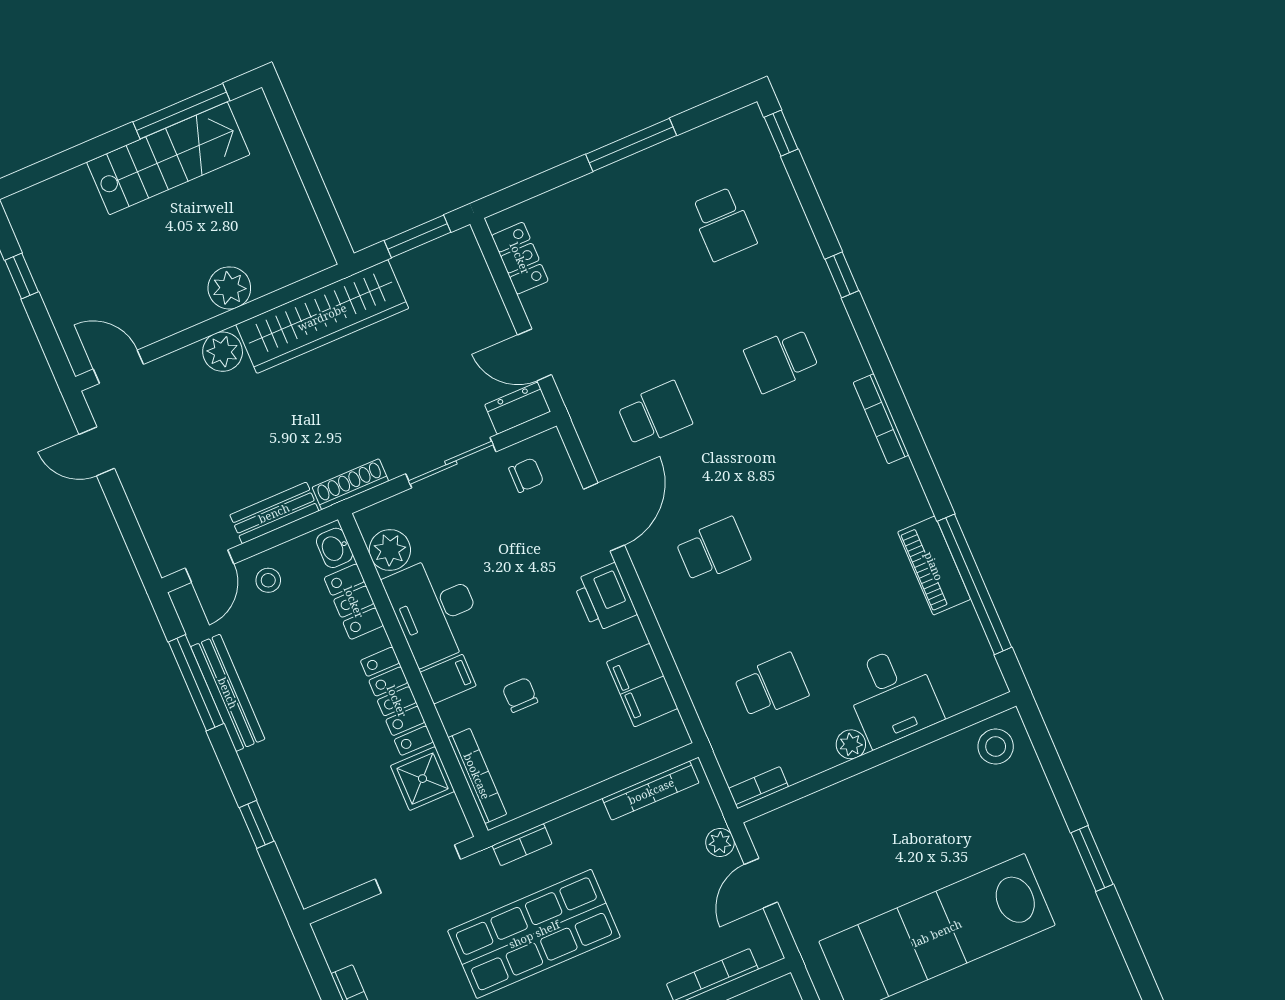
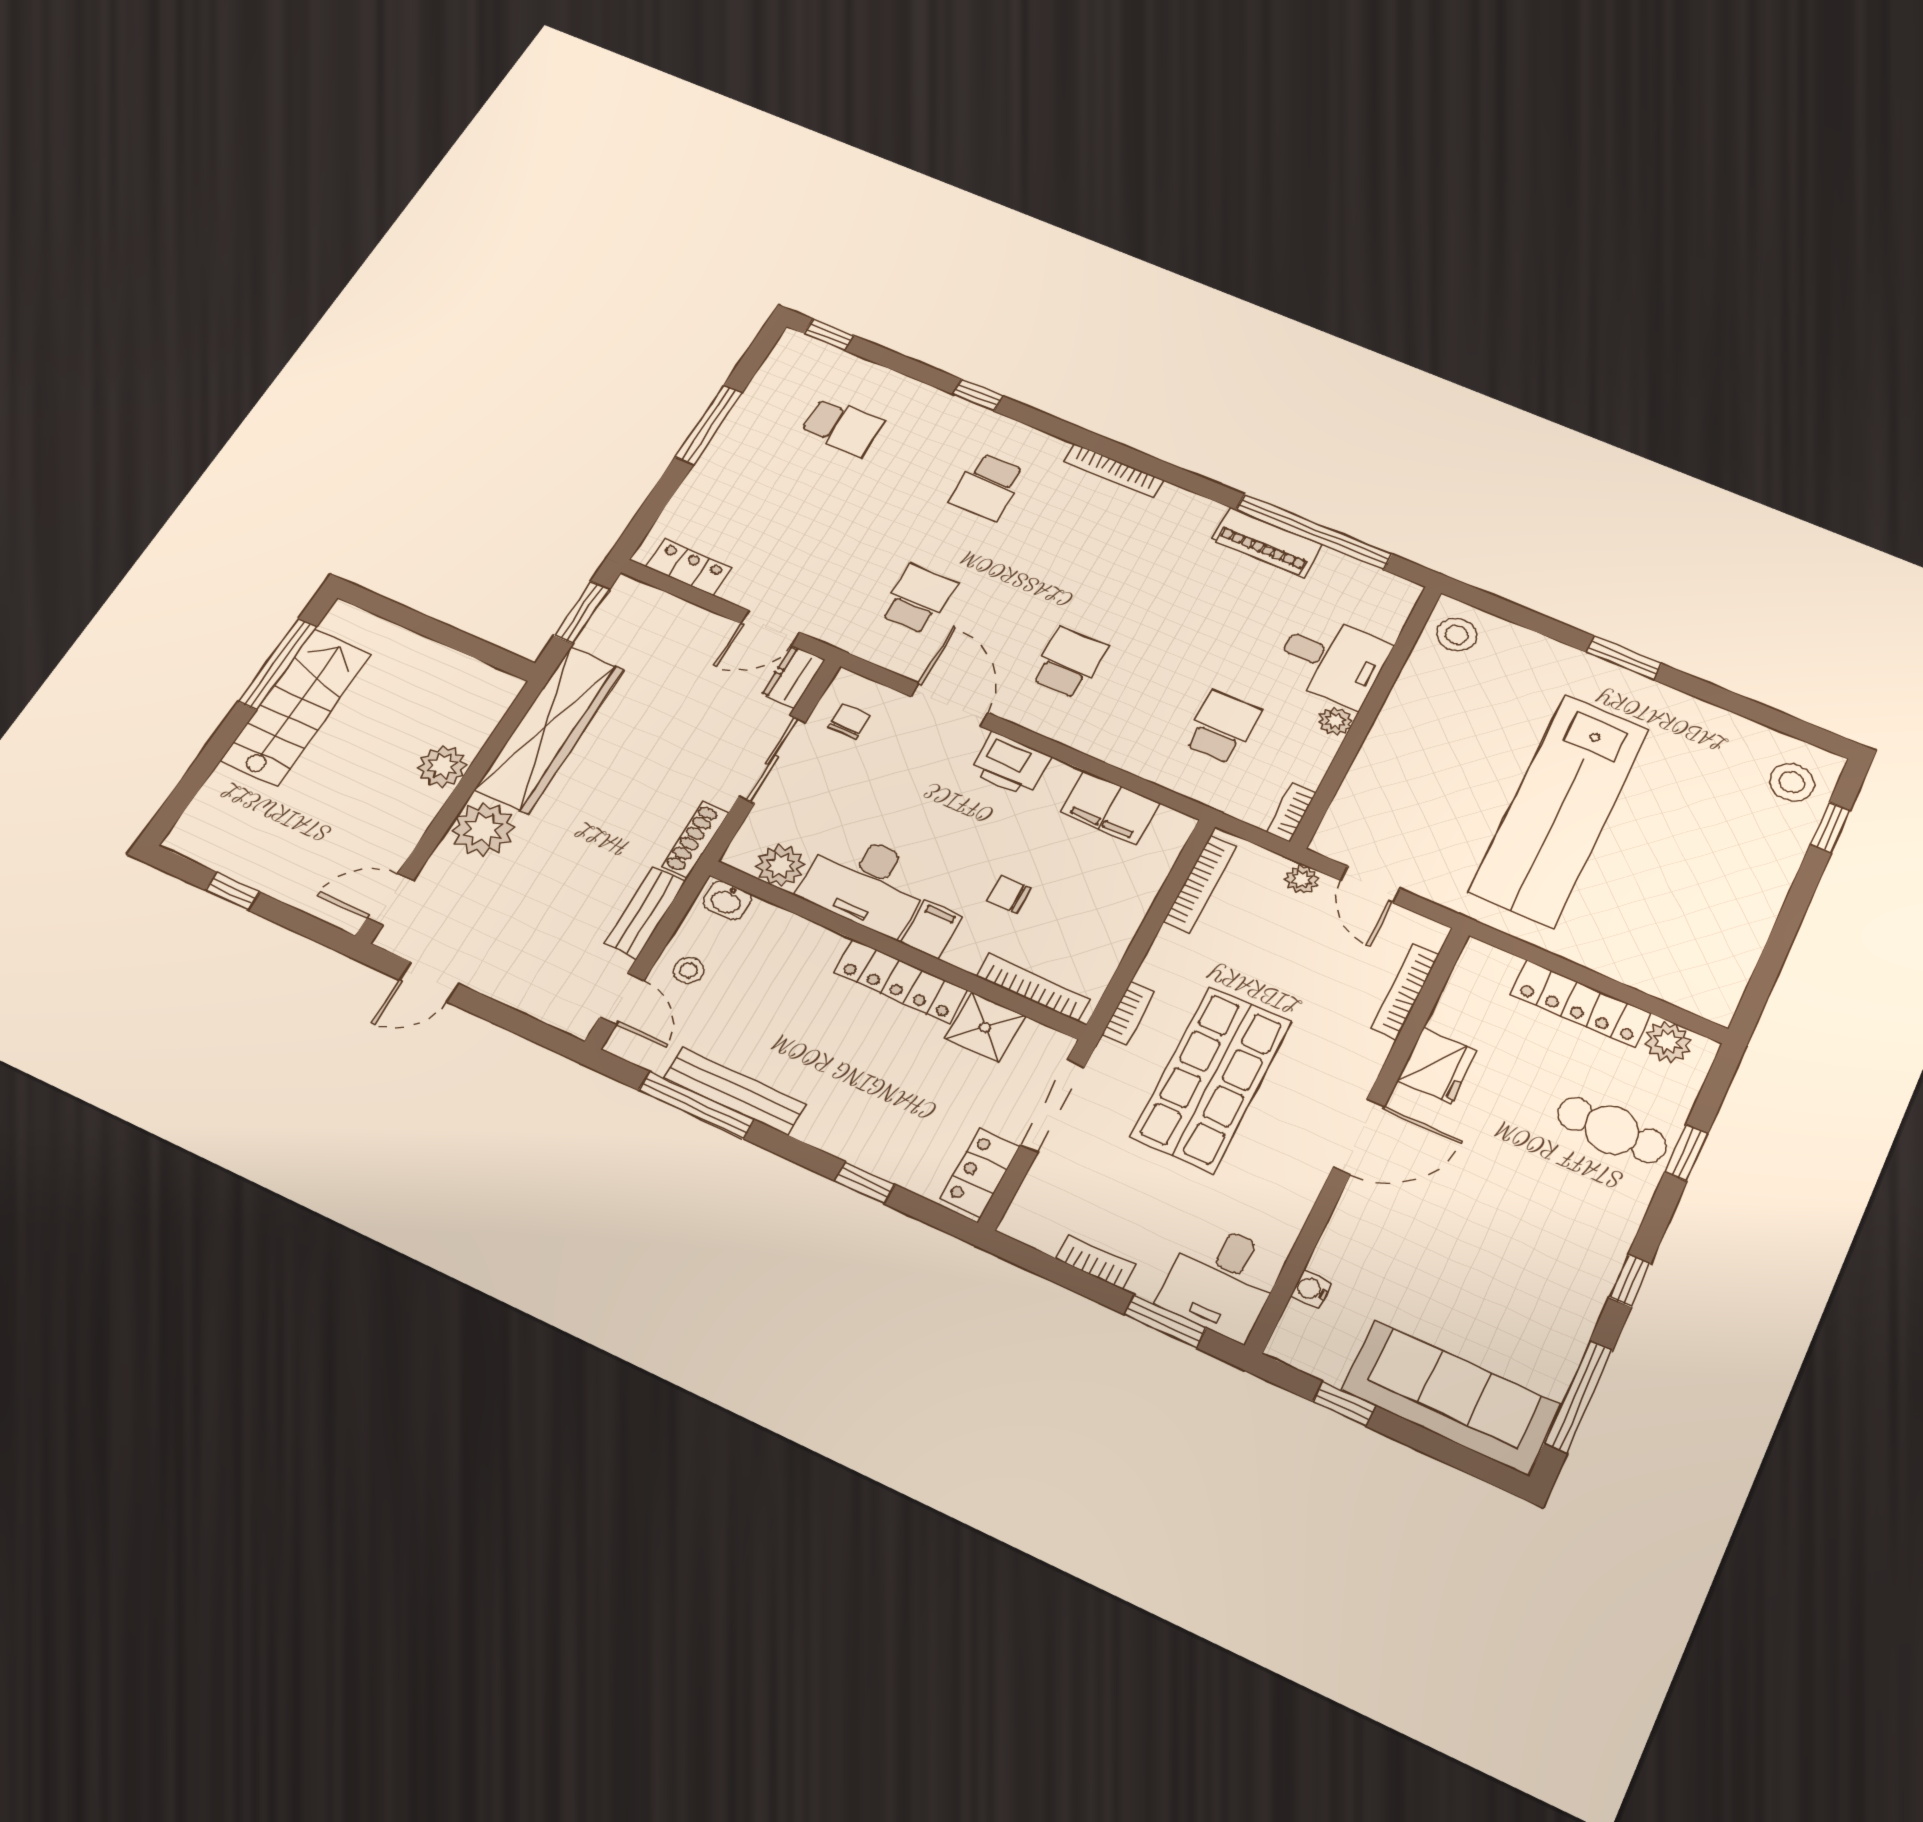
plant: (223, 352) -> (483, 829), width x1.36, depth x1.36
locker: (354, 602) -> (980, 1173), moved, turned 90

